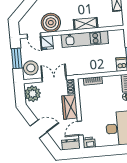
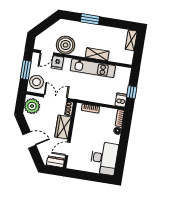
door: (34, 35) -> (47, 53), hinge flipped
printer: (89, 142) -> (73, 164), removed

